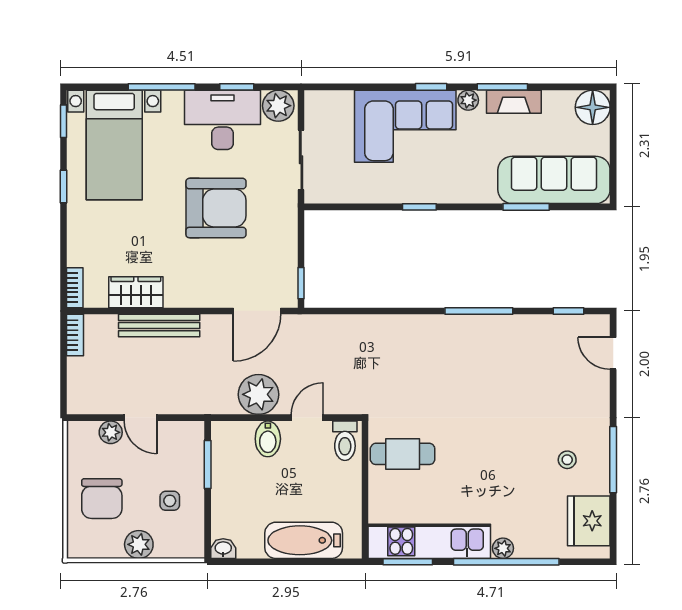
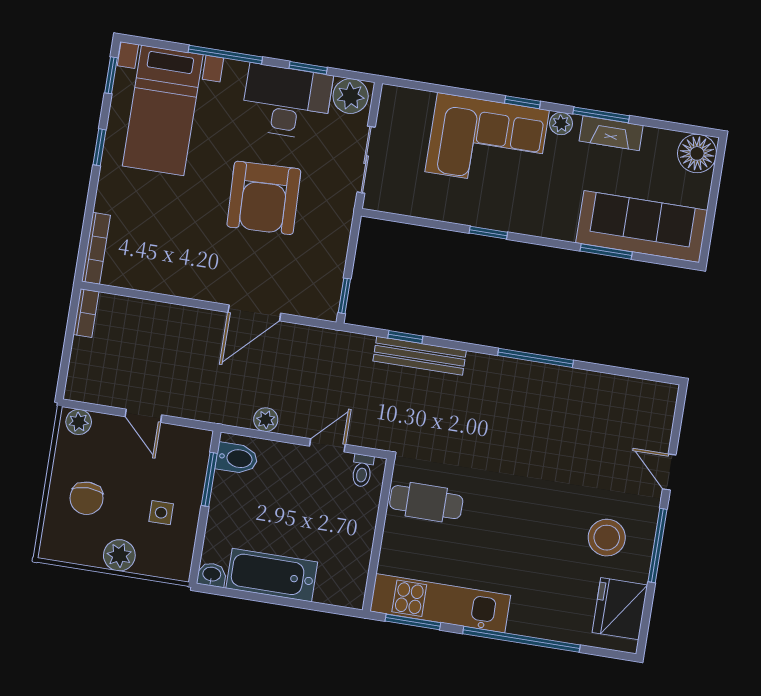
armchair: (216, 208) -> (264, 198), turned 88
bookcase: (75, 288) -> (96, 248), width x1.56
wardrobe: (136, 292) -> (161, 277), removed
door: (257, 311) -> (254, 313), moved
window: (569, 311) -> (405, 337), moved
bench: (159, 326) -> (420, 356), moved
door: (613, 353) -> (669, 472), moved
plant: (258, 394) -> (266, 420), width x0.53, depth x0.53
plant: (111, 432) -> (79, 422), moved
bidet: (268, 439) -> (237, 458), moved, turned -90
toilet: (345, 441) -> (362, 471), width x0.73, depth x0.72
stool: (567, 460) -> (607, 538), width x1.89, depth x1.89
chair: (102, 499) -> (87, 498), width x0.73, depth x0.73
bathtub: (304, 540) -> (272, 575), moved
plant: (503, 548) -> (520, 624), removed

